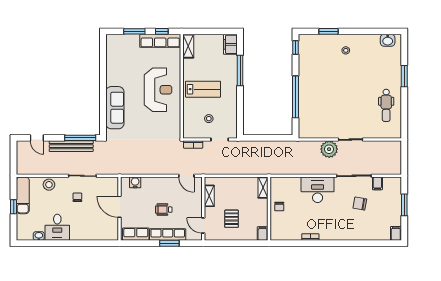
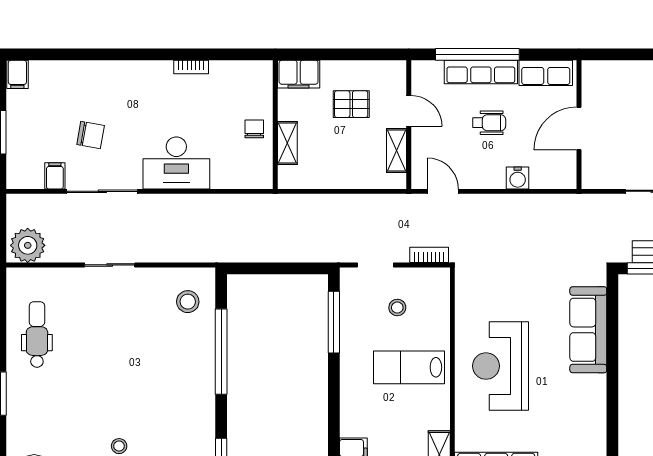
window: (240, 71) -> (334, 322), moved
stool: (312, 122) -> (188, 302), added
plant: (329, 149) -> (28, 245), moved
water cooler: (135, 182) -> (518, 178), moved
shelving: (263, 188) -> (287, 143), moved
door: (119, 207) -> (579, 128), swing flipped
pallet: (232, 219) -> (351, 104), turned 90
door: (203, 226) -> (409, 111), moved
filing cabinet: (263, 233) -> (299, 74), width x2.00
window: (169, 243) -> (477, 54), width x2.11

